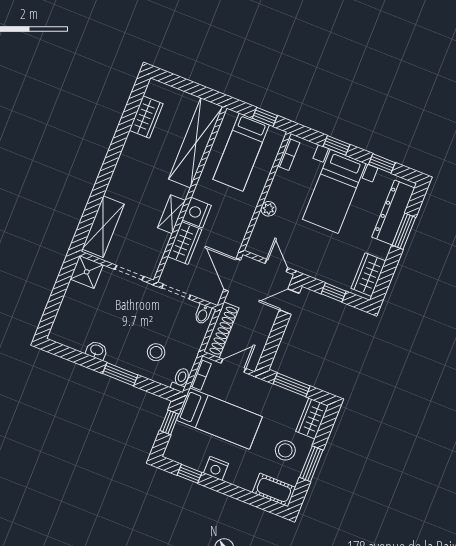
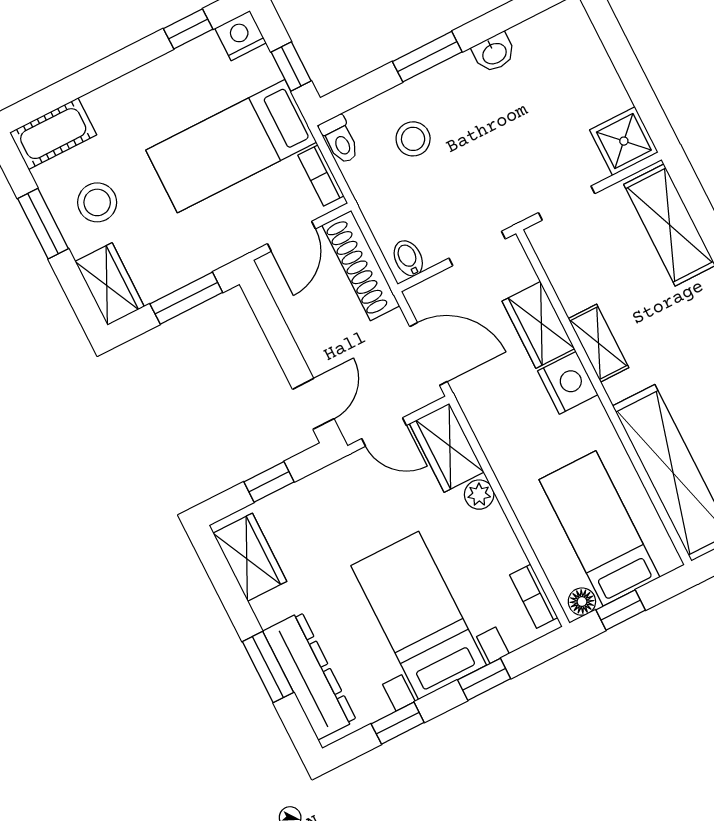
floor lamp: (275, 134) -> (582, 602), added
wardrobe: (262, 237) -> (447, 448), added
nightstand: (216, 468) -> (240, 36), moved

